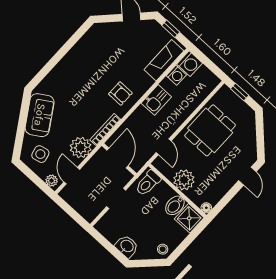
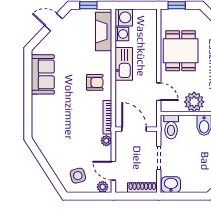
kitchen sink: (156, 100) -> (124, 64), width x1.38
sofa: (40, 115) -> (43, 74), moved, turned 33
plant: (81, 148) -> (106, 141), width x0.53, depth x0.53
shoe rack: (82, 210) -> (142, 188), added
washbasin: (127, 246) -> (171, 185), moved

